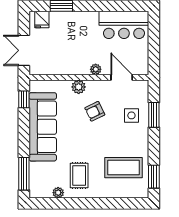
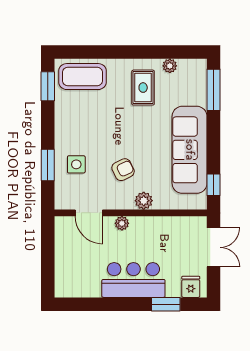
bar counter: (124, 25) -> (133, 280), moved
coffee table: (124, 168) -> (82, 77), moved

